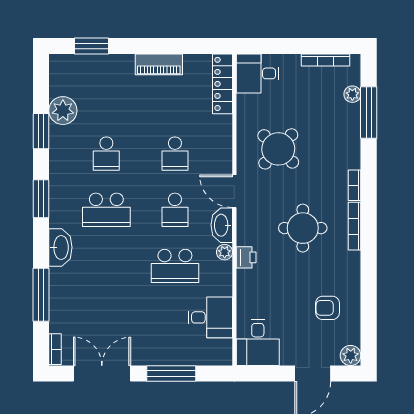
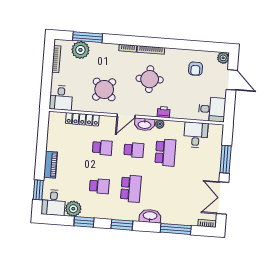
piano: (159, 64) -> (51, 165), moved
desk: (71, 74) -> (53, 203), added
locker: (222, 84) -> (82, 119), moved
plant: (352, 94) -> (80, 50), width x1.87, depth x1.87

